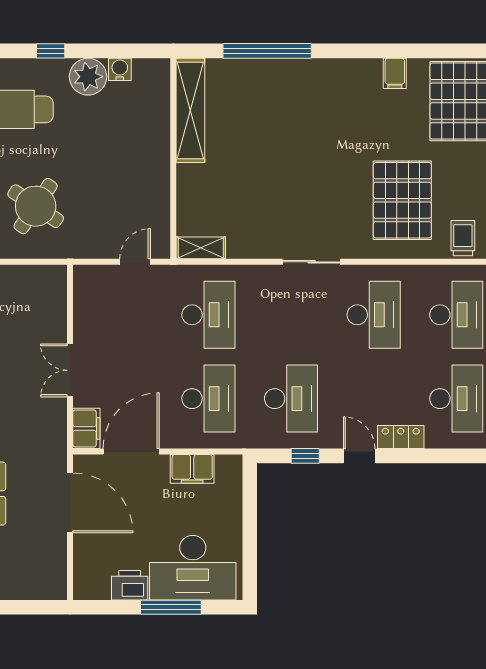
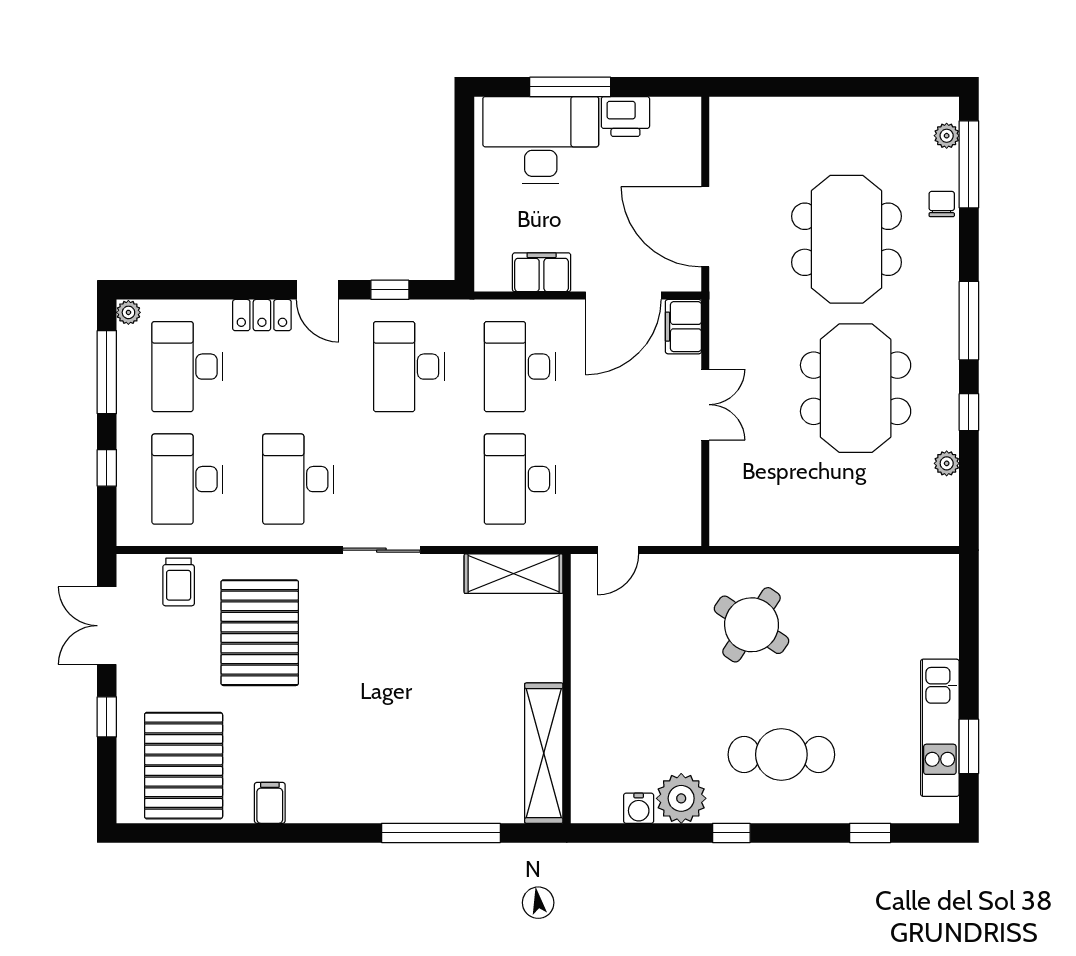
shelving: (201, 248) -> (514, 574), width x1.50, depth x1.33

